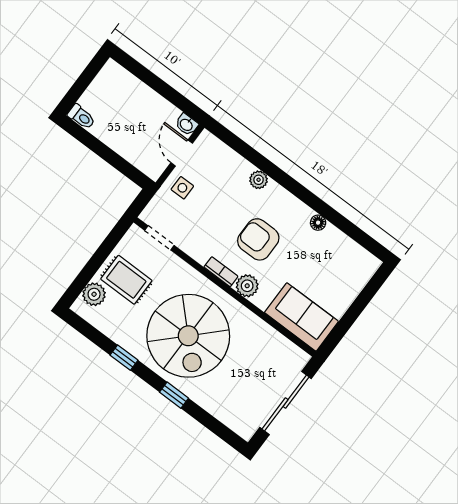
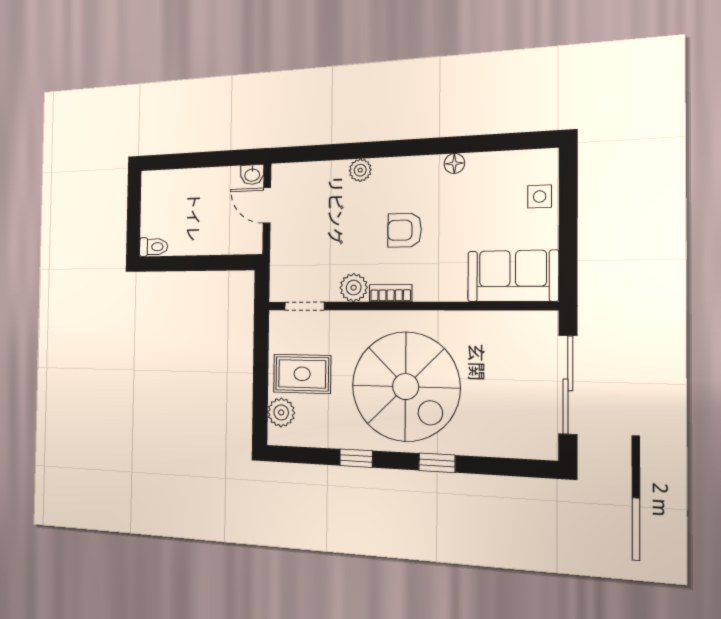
side table: (182, 188) -> (540, 196), moved
armchair: (258, 239) -> (405, 230), width x0.72, depth x0.72
plant: (247, 286) -> (354, 288), moved

